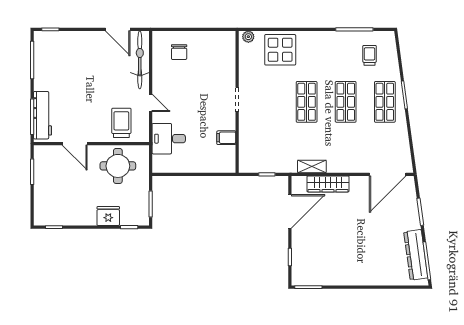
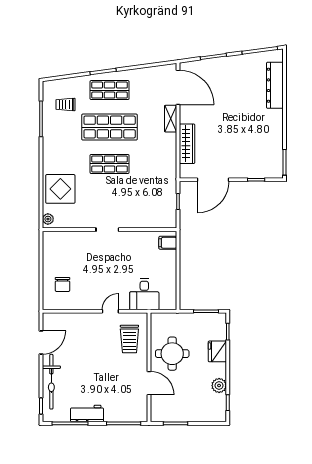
chair: (179, 52) -> (62, 284), turned 90
bicycle: (140, 60) -> (51, 382), moved, turned -90
shop shelf: (346, 102) -> (110, 127), width x1.43, depth x1.36
workbench: (42, 115) -> (87, 414), moved, width x0.73
trolley: (121, 123) -> (129, 339), turned -90
filing cabinet: (226, 138) -> (168, 243), moved, turned 90
door: (75, 144) -> (149, 383), hinge flipped
round table: (118, 166) -> (172, 354), moved
shelving: (312, 166) -> (171, 119), moved
door: (290, 211) -> (213, 180), swing flipped
plant: (72, 218) -> (219, 386), added
dresser: (416, 255) -> (275, 85), moved, turned 98

